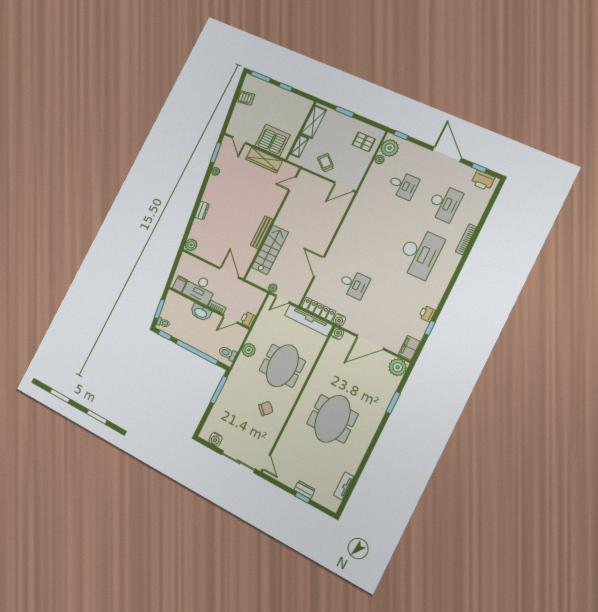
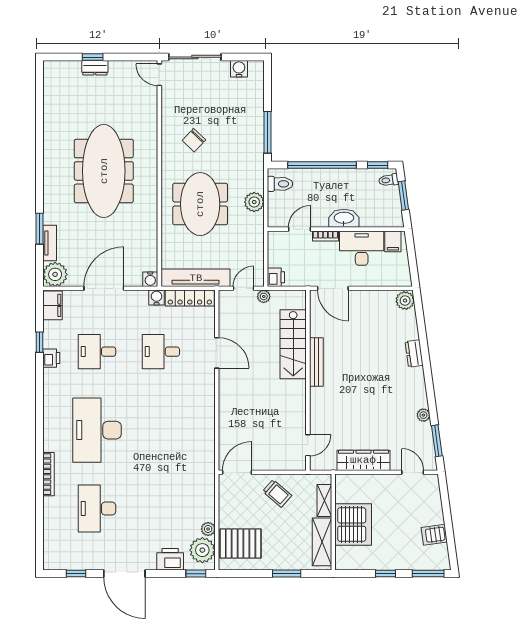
server rack: (273, 140) -> (353, 525), moved, turned -90
pallet: (364, 142) -> (241, 544), width x1.50, depth x1.42
printer: (483, 180) -> (170, 559), moved
desk: (403, 185) -> (97, 352), moved
printer: (248, 319) -> (276, 277), moved
meeting table: (332, 419) -> (104, 171), width x1.36
tv unit: (344, 486) -> (50, 243), moved

